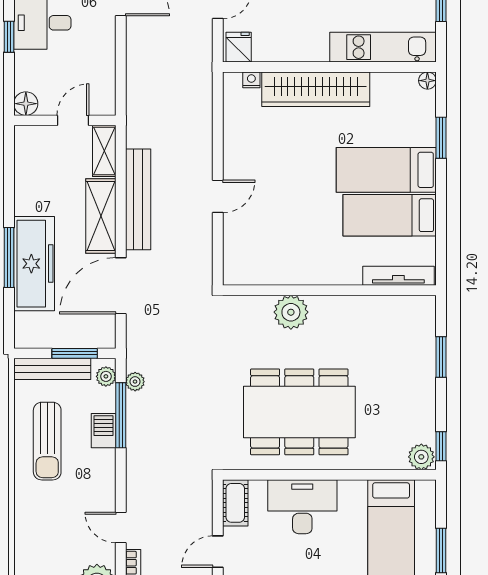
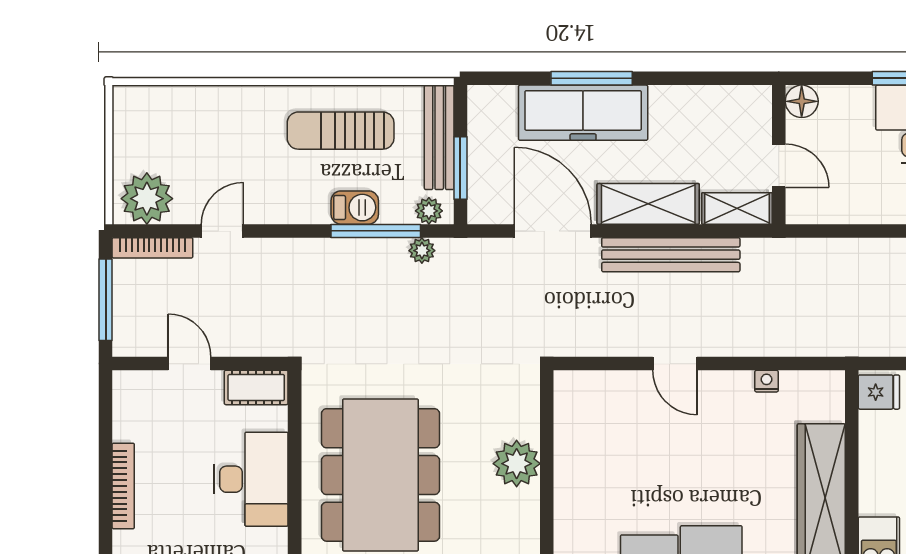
nightstand: (251, 80) -> (767, 381), moved, turned -90

